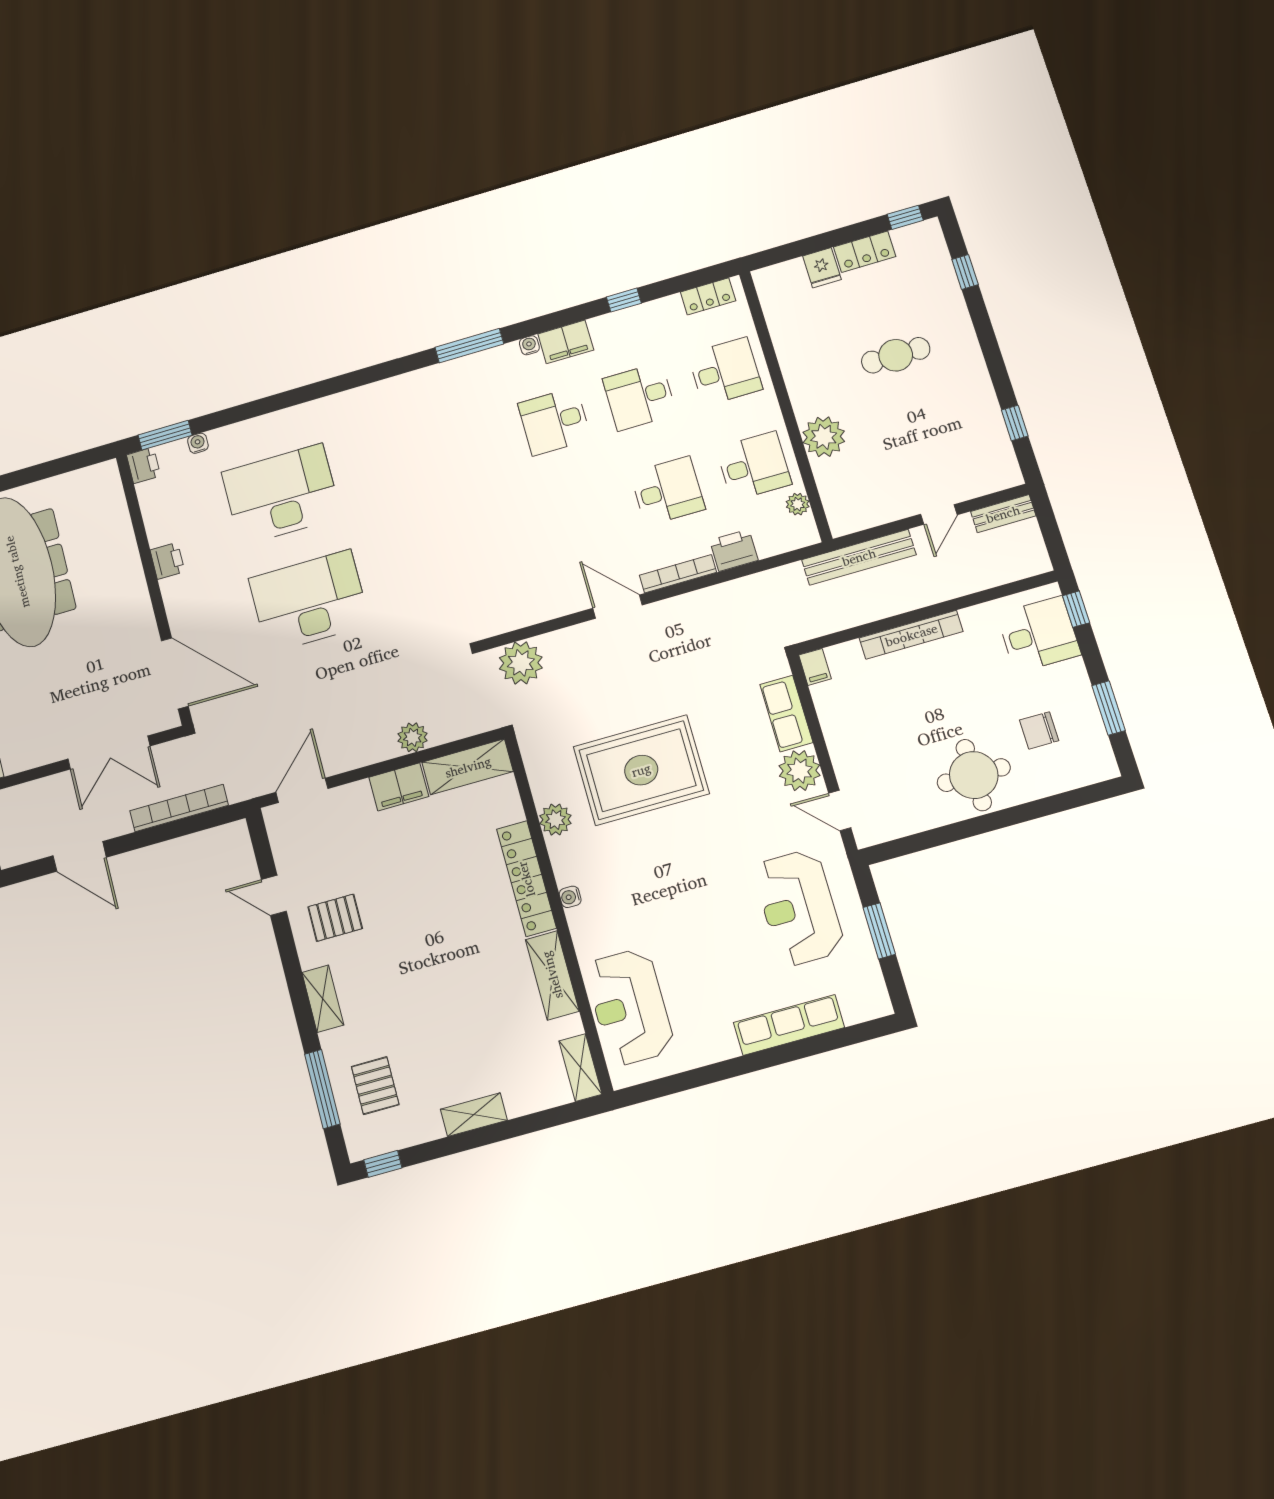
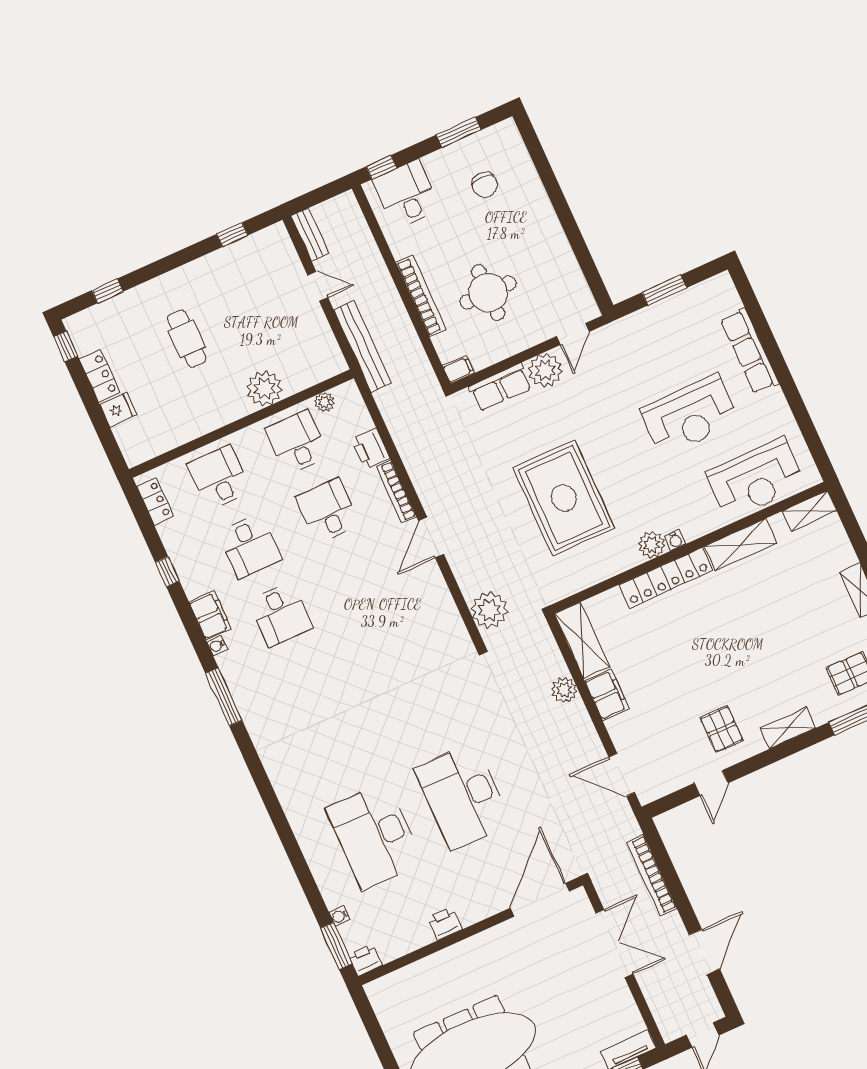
round table: (974, 775) -> (488, 293), moved
plant: (555, 820) -> (652, 545), moved
reception desk: (799, 908) -> (690, 415), moved

